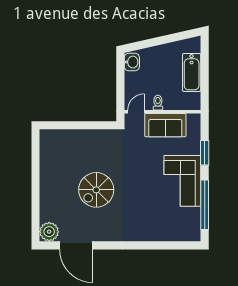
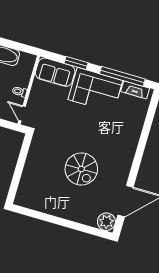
sofa: (165, 125) -> (55, 72), moved, turned 90
fireplace: (194, 222) -> (135, 90), added

